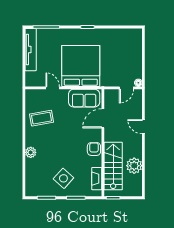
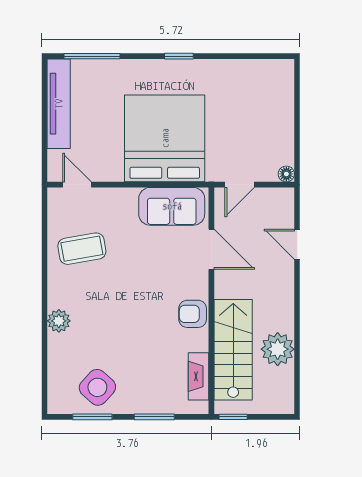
door: (53, 88) -> (77, 185), moved
door: (126, 88) -> (240, 185), moved
door: (103, 118) -> (211, 249), swing flipped
door: (143, 127) -> (297, 244), moved
armchair: (94, 149) -> (193, 314), turned -90
side table: (63, 178) -> (97, 387), moved

